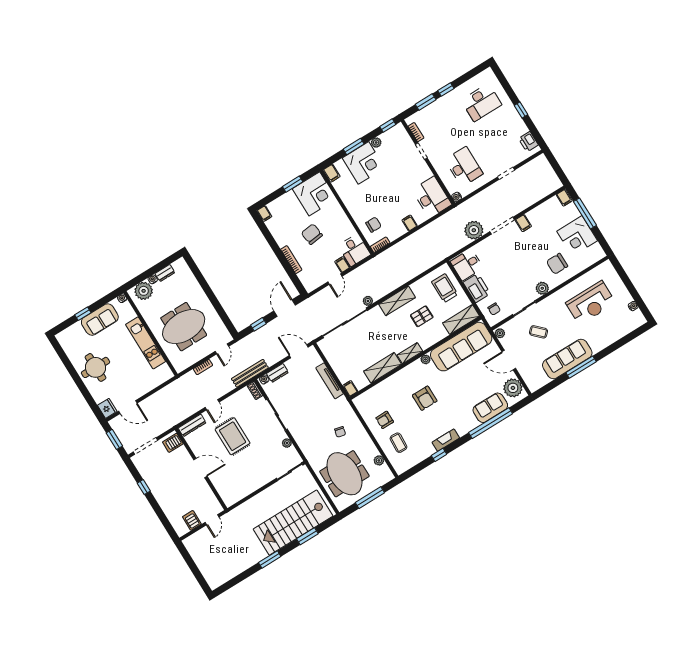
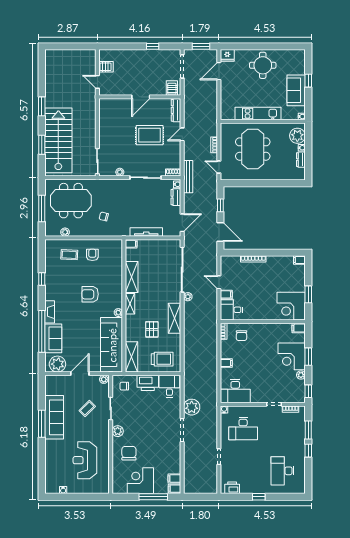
filing cabinet: (523, 223) -> (174, 479), moved
chair: (312, 234) -> (263, 286), removed
door: (212, 405) -> (182, 134), hinge flipped
fireplace: (446, 440) -> (50, 312), moved

